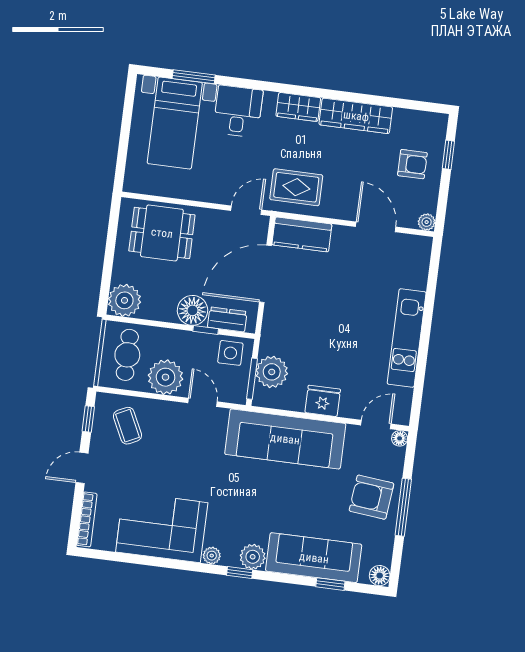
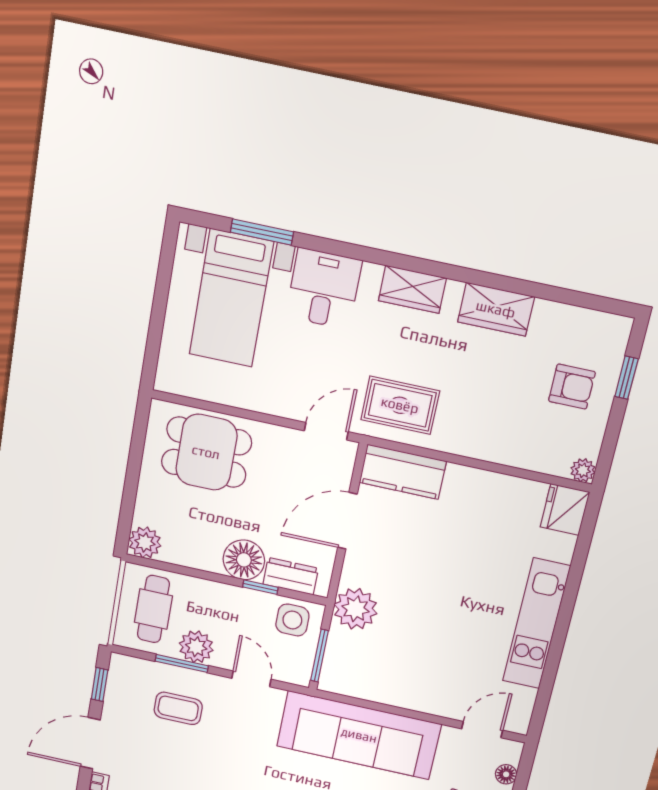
wardrobe: (356, 116) -> (496, 309), width x0.67
door: (376, 227) -> (509, 471), removed
door: (265, 274) -> (347, 521), width x0.73
plant: (124, 300) -> (145, 542), width x0.73, depth x0.73
plant: (272, 372) -> (356, 609), moved
plant: (166, 377) -> (196, 647), width x0.73, depth x0.73
window: (150, 396) -> (182, 663), added
fridge: (323, 401) -> (565, 509), moved, turned -90
coffee table: (128, 426) -> (178, 708), moved, turned -64
floor lamp: (400, 438) -> (506, 774), moved
door: (82, 468) -> (90, 743), width x1.38

